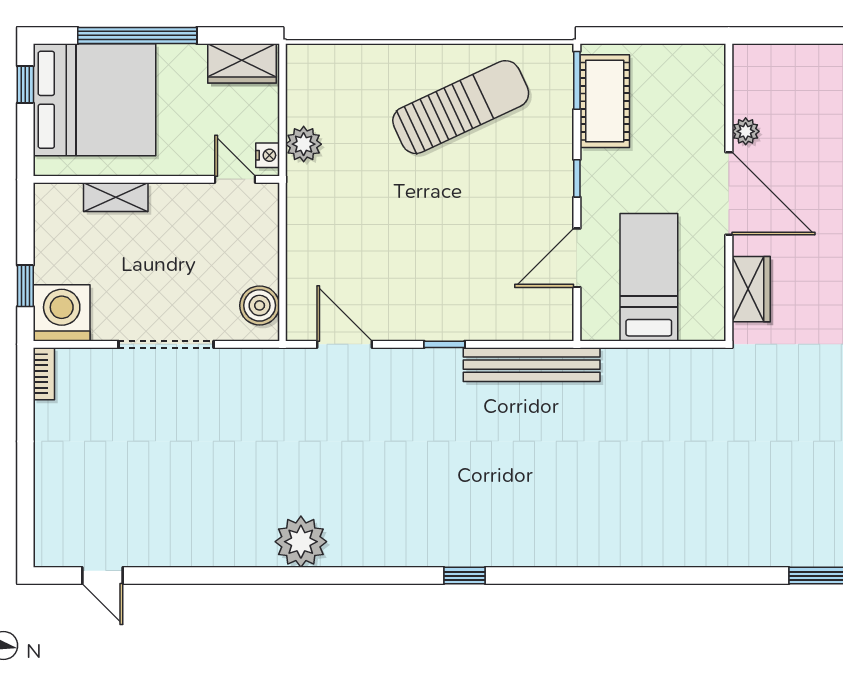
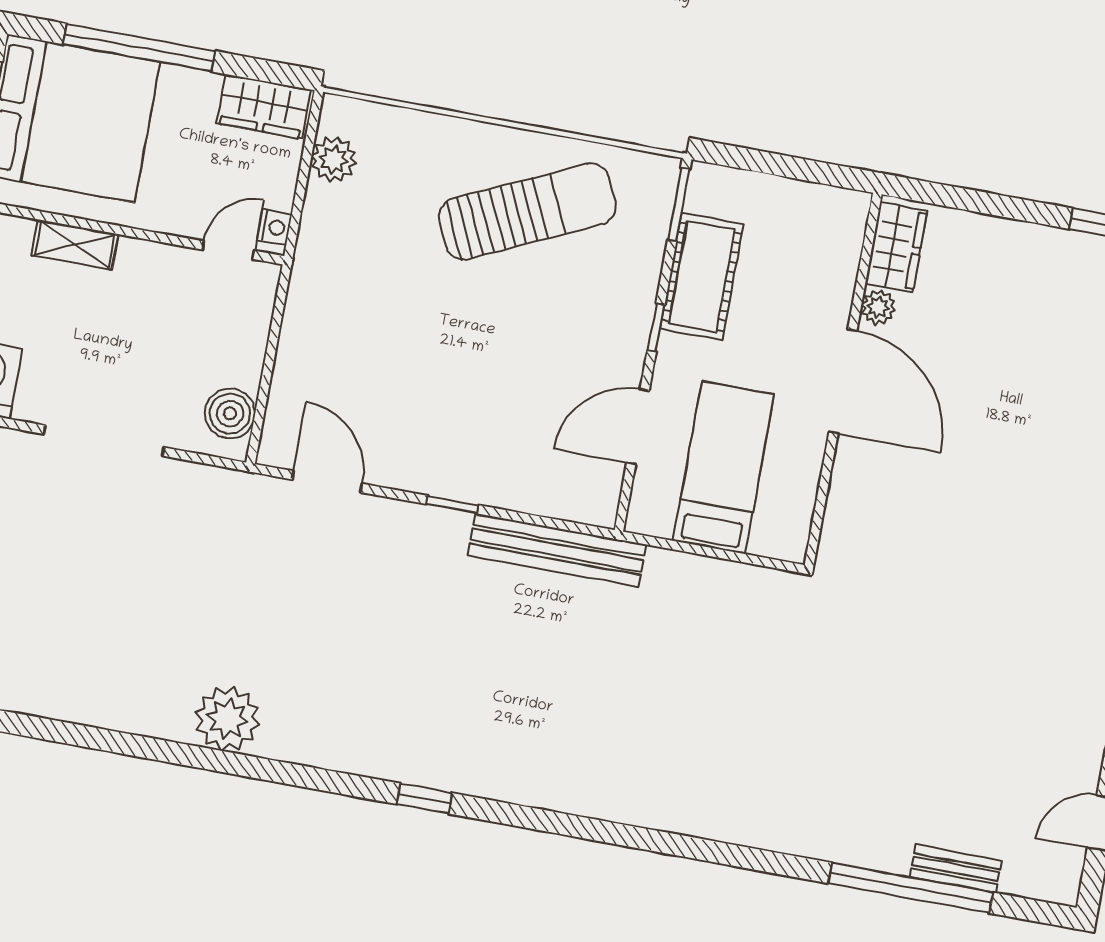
cot: (605, 101) -> (702, 277), moved
plant: (304, 144) -> (334, 159), moved
door: (235, 179) -> (228, 250), hinge flipped
wardrobe: (751, 289) -> (896, 247), moved

